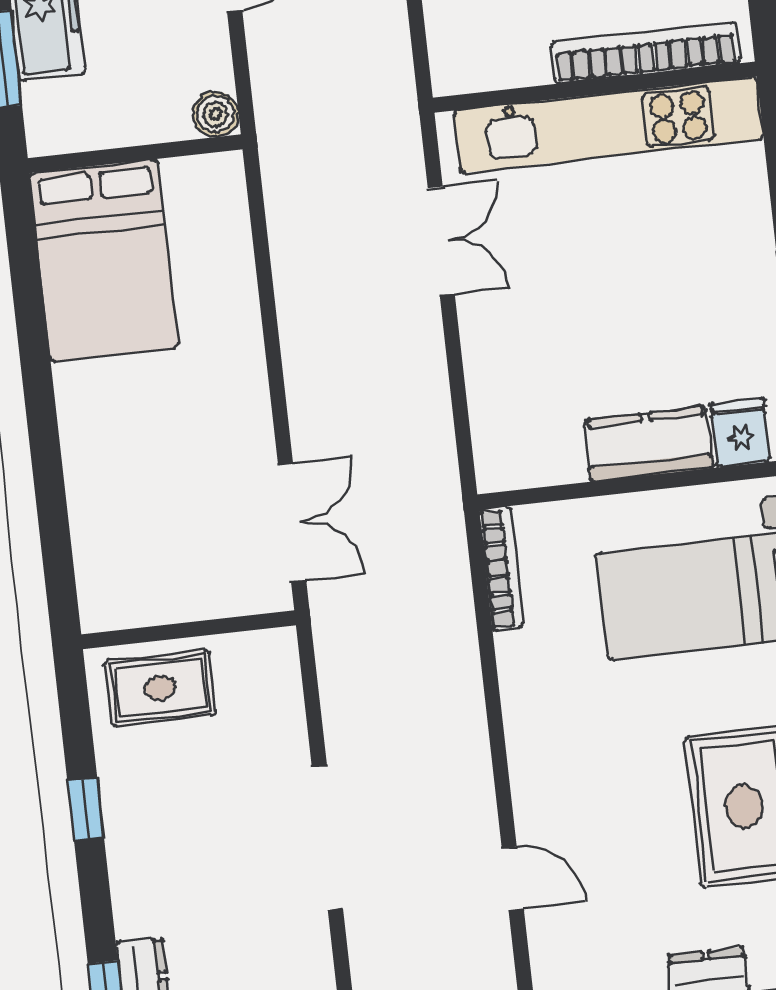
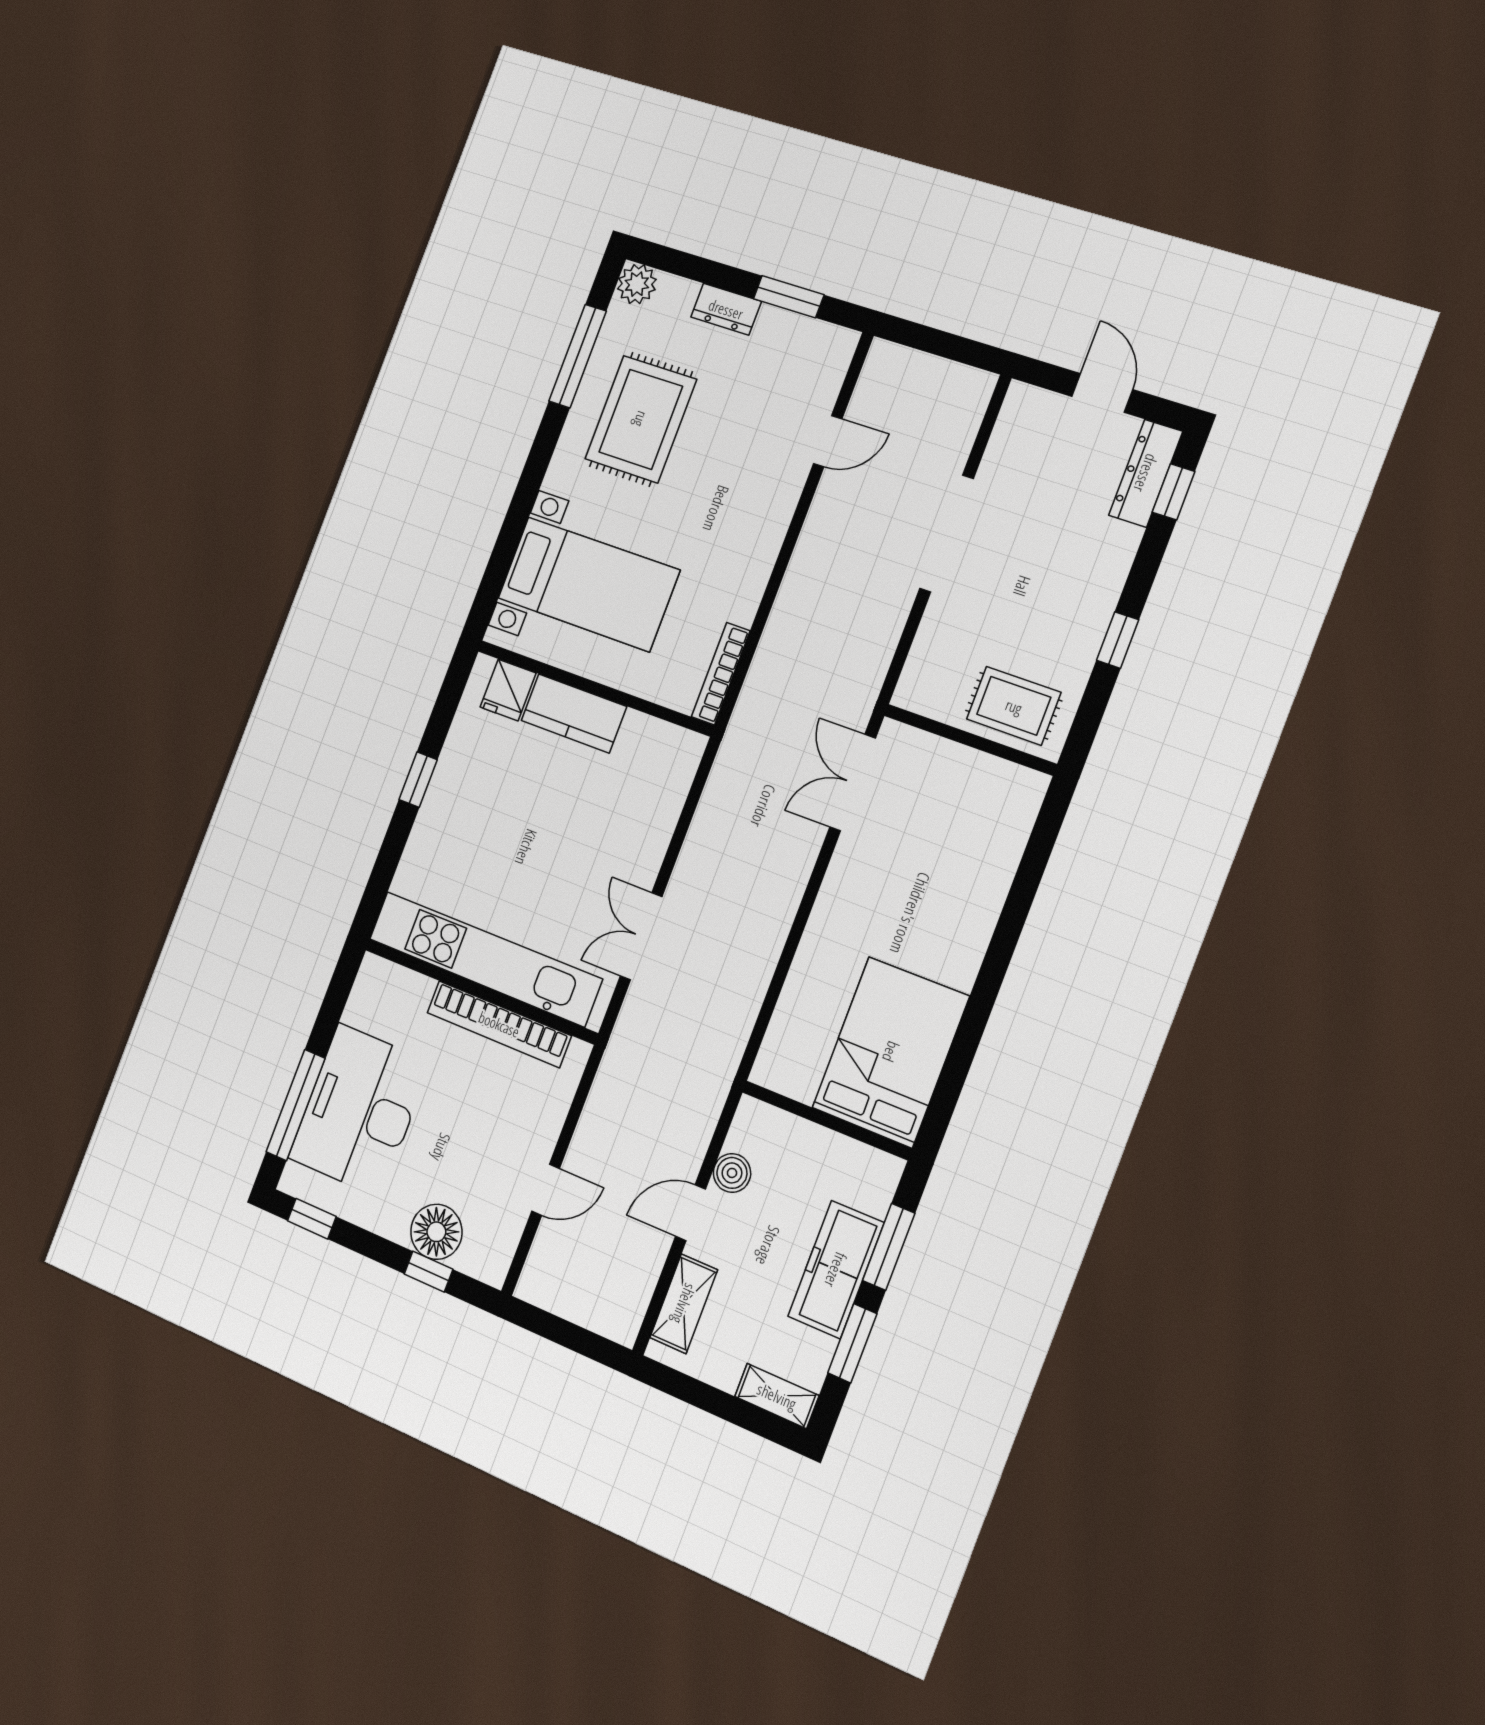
bookcase: (645, 53) -> (499, 1024), moved
boiler: (216, 114) -> (732, 1173), moved
door: (513, 878) -> (828, 441), swing flipped

